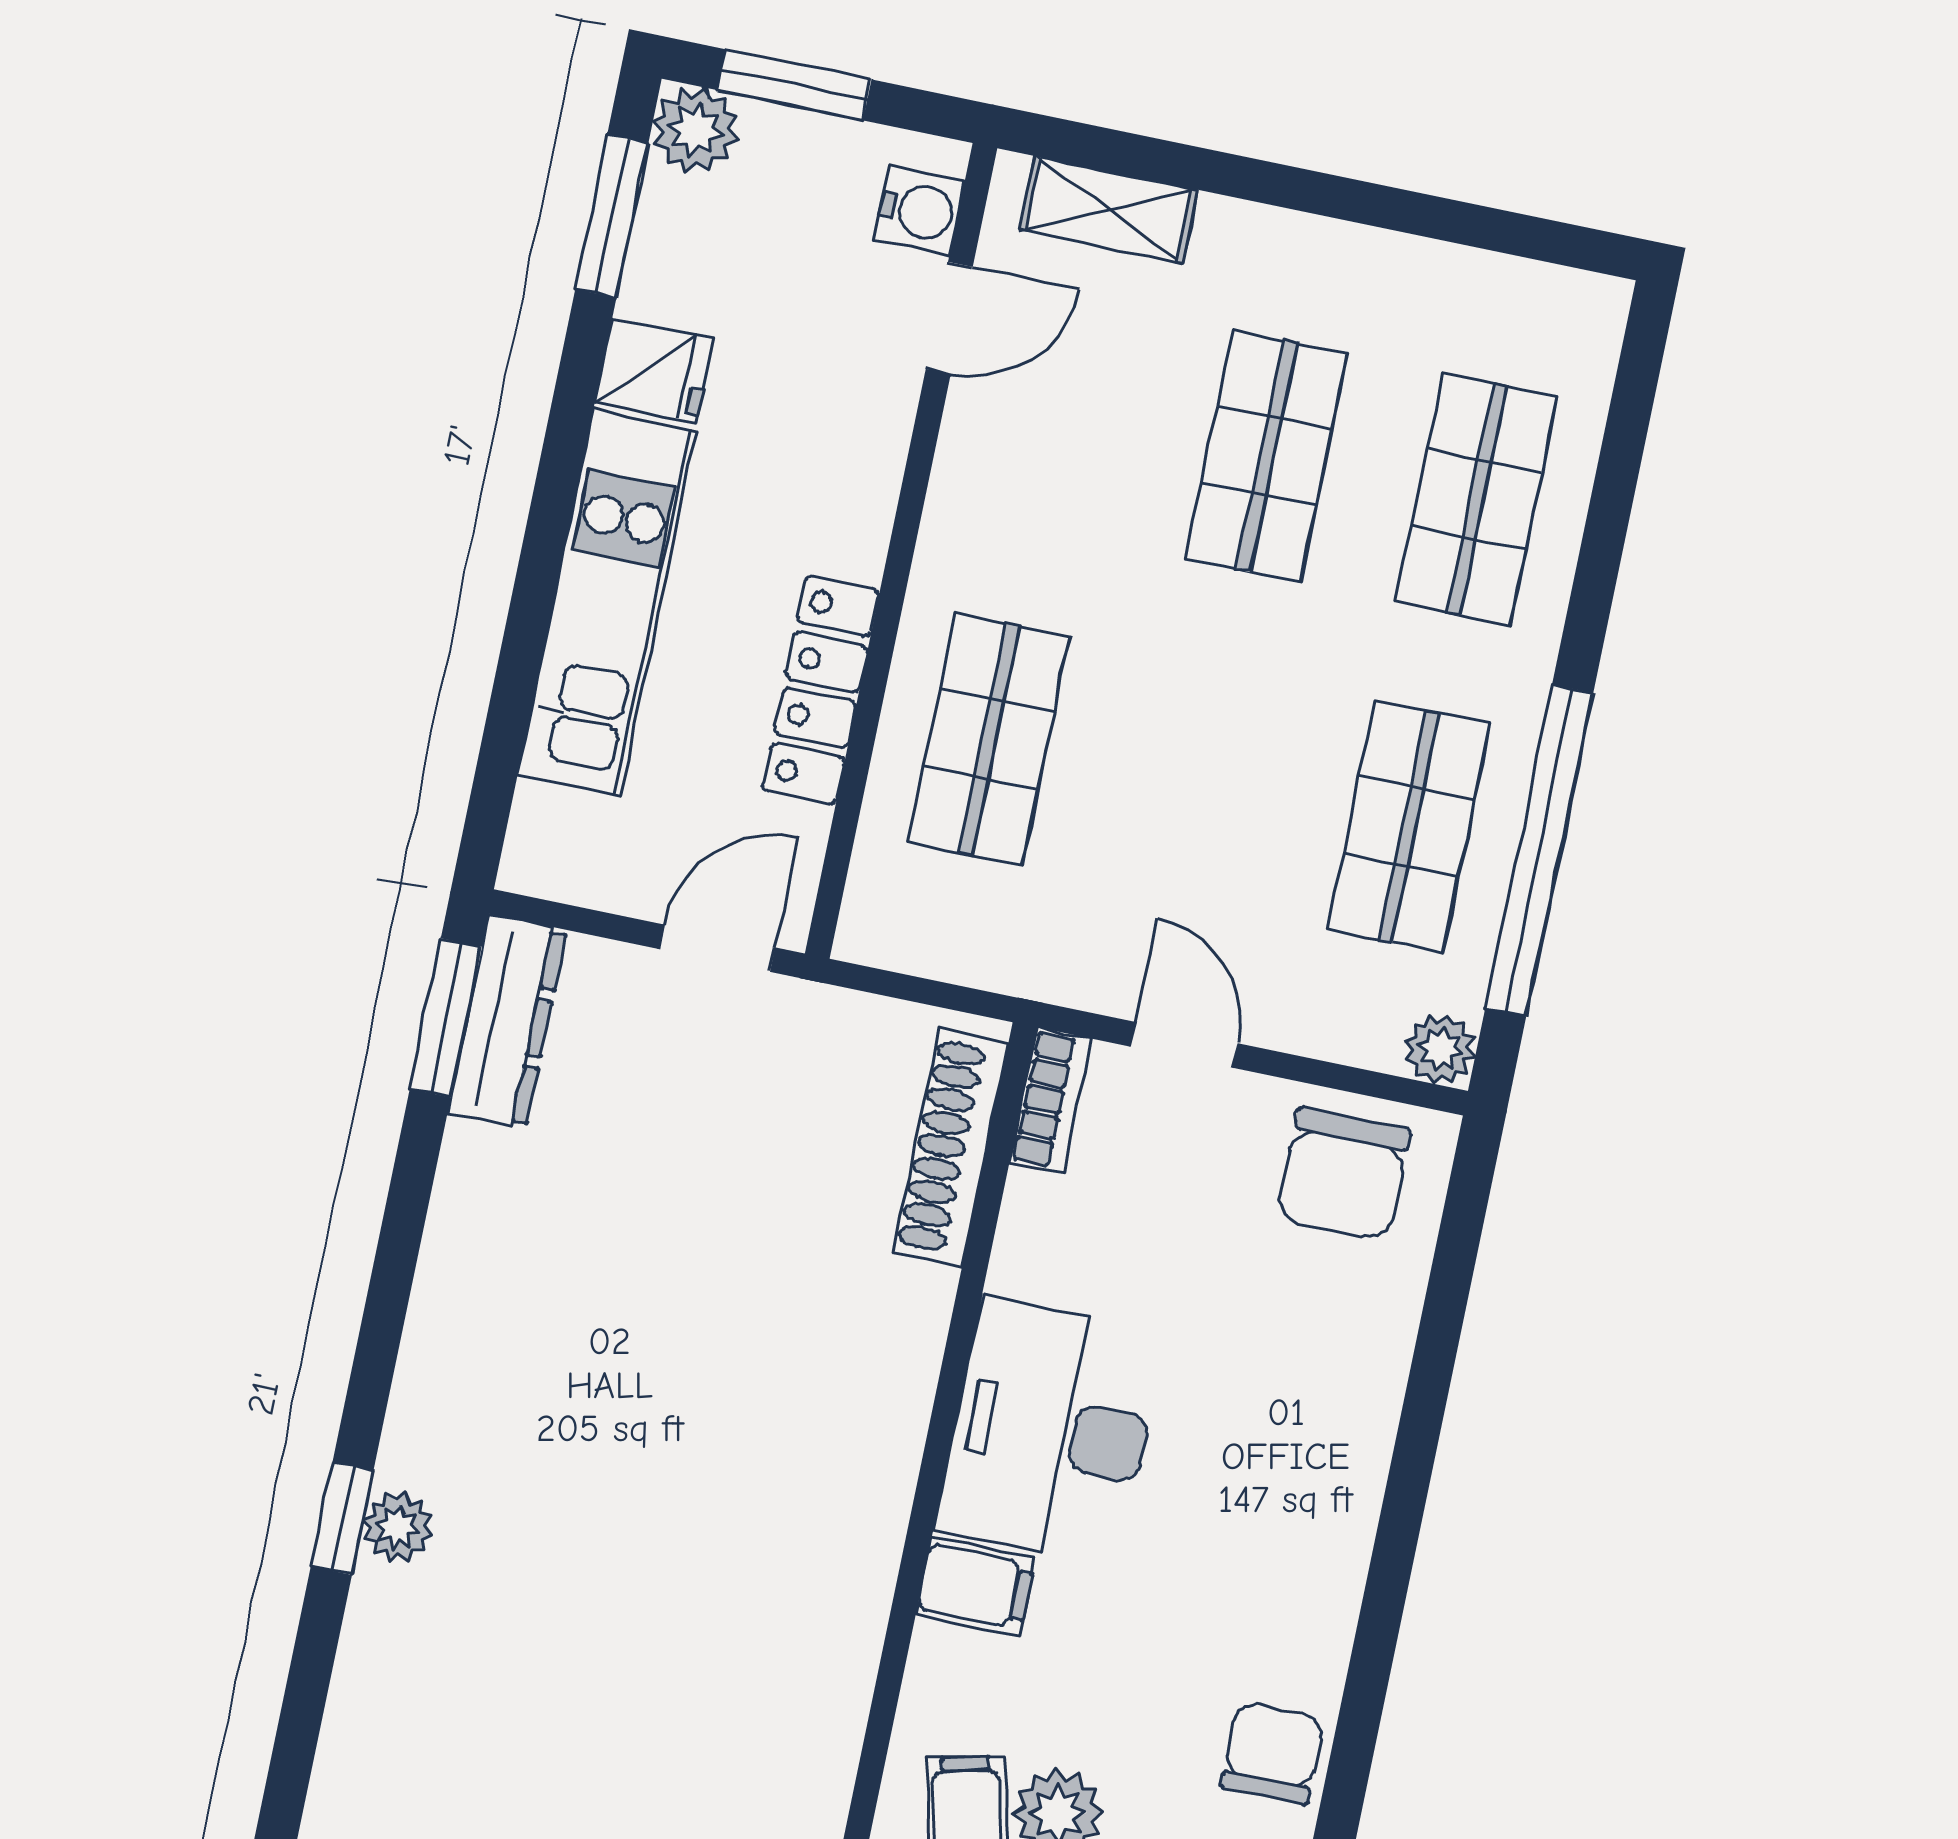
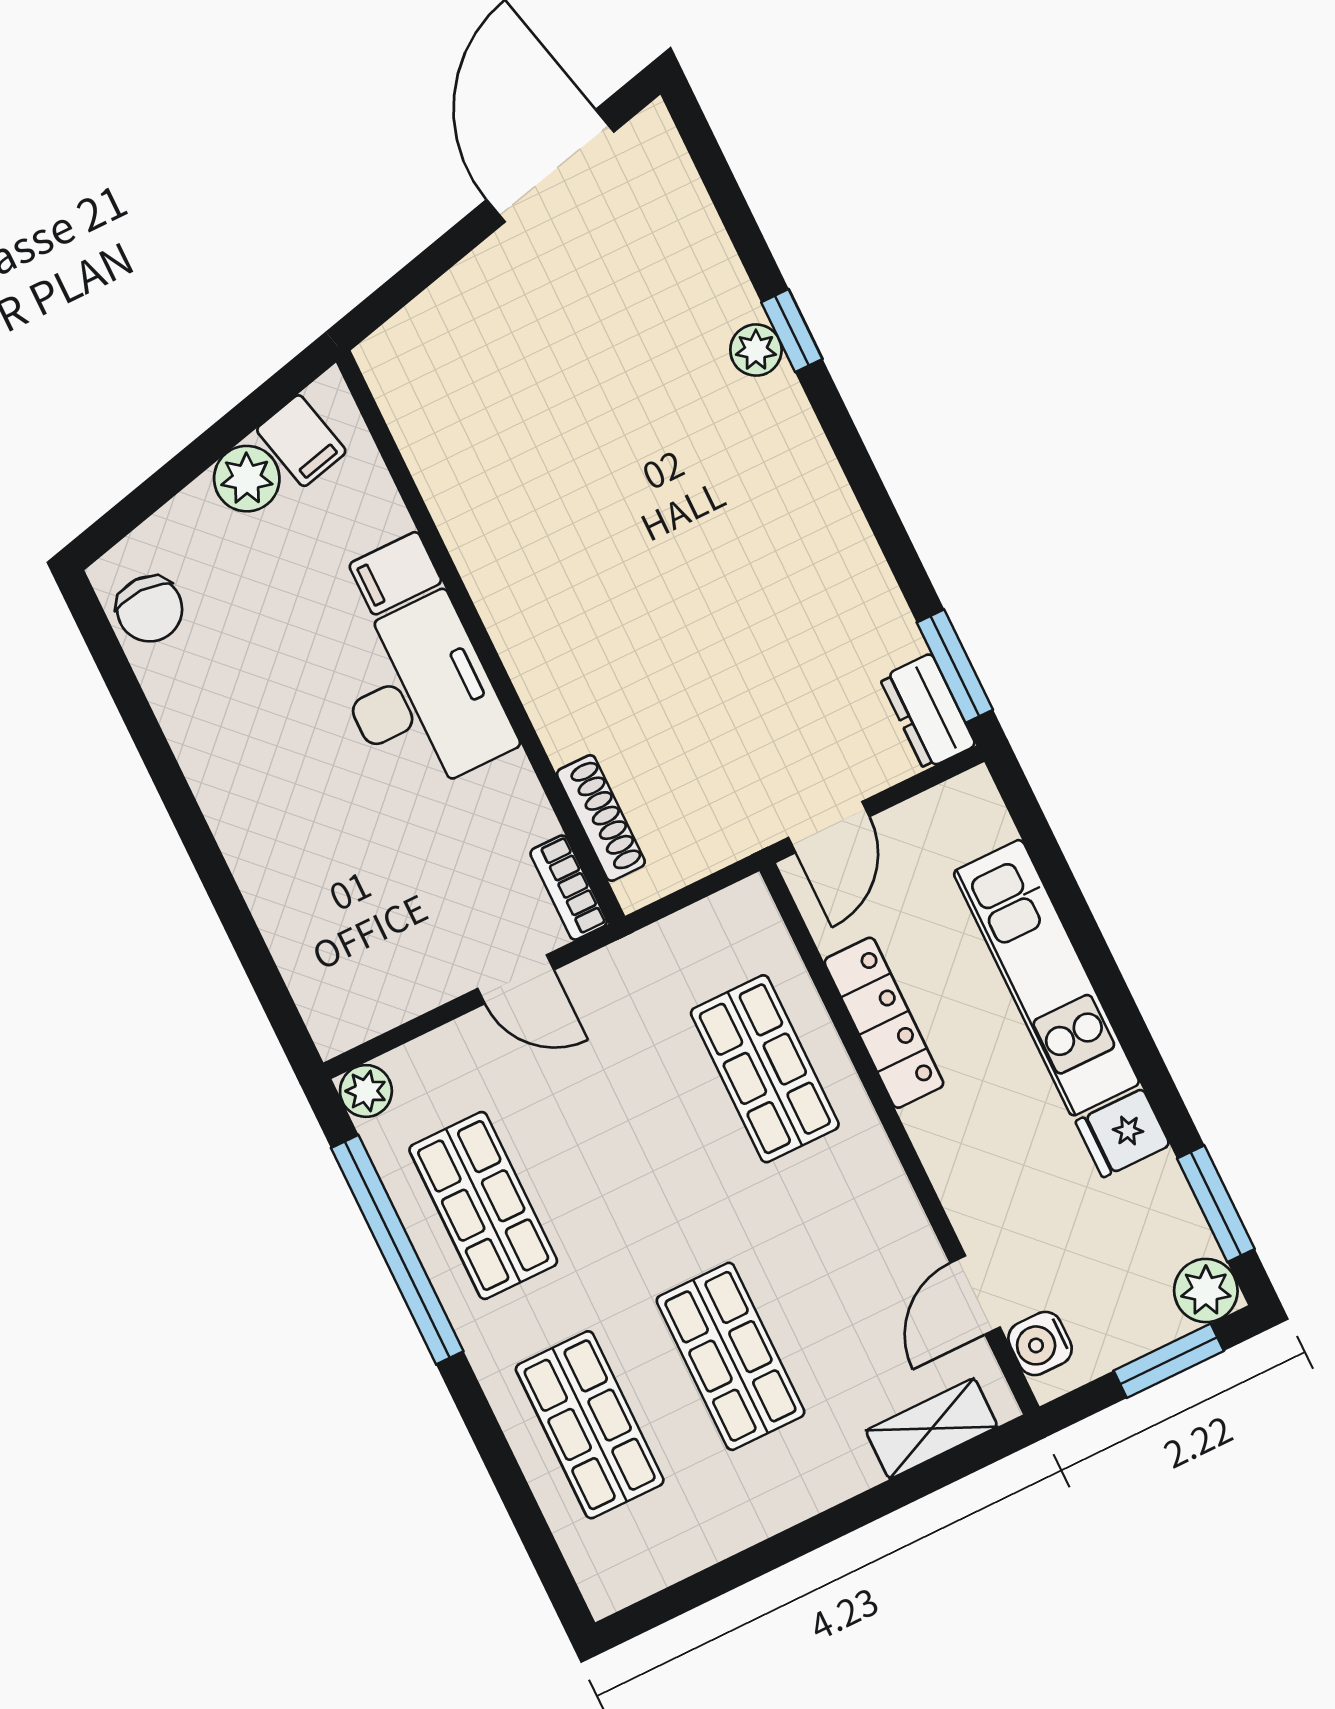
dresser: (507, 1021) -> (928, 712), width x0.70
shoe rack: (950, 1148) -> (601, 818), width x0.74, depth x0.81
chair: (1343, 1174) -> (366, 975), removed

